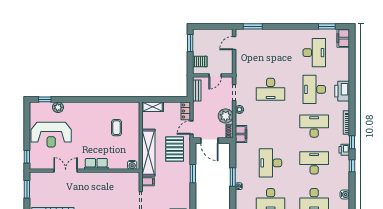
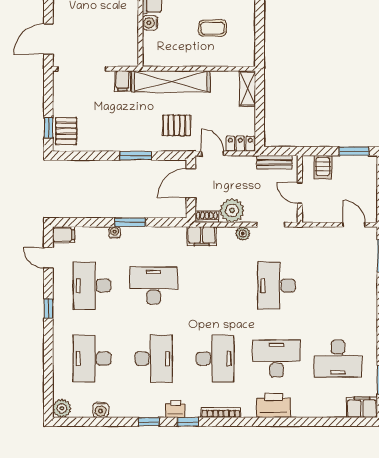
pallet: (175, 149) -> (177, 125), width x0.67, depth x0.71
water cooler: (132, 165) -> (150, 23), moved

